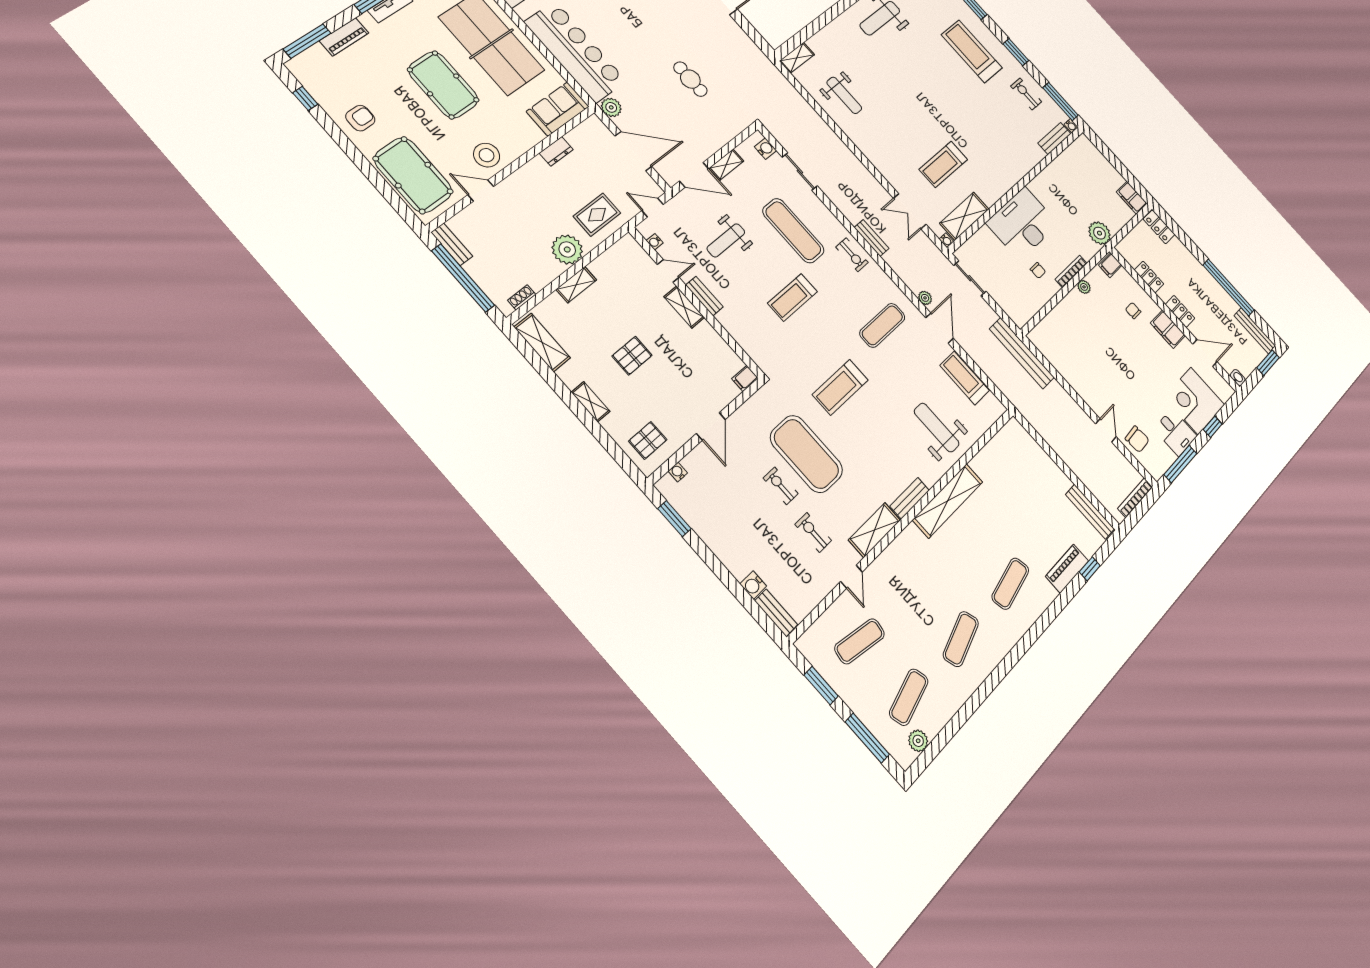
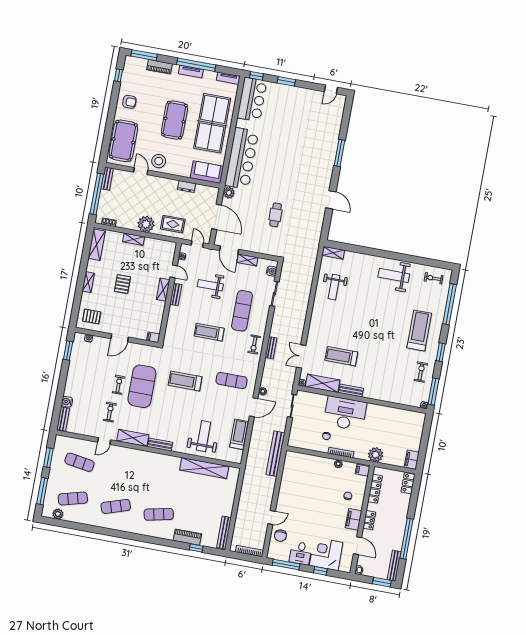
bench: (1054, 138) -> (351, 391), moved
locker: (1149, 277) -> (375, 489), width x1.53
pallet: (632, 356) -> (122, 284), turned 90
shelving: (948, 501) -> (204, 468), moved

